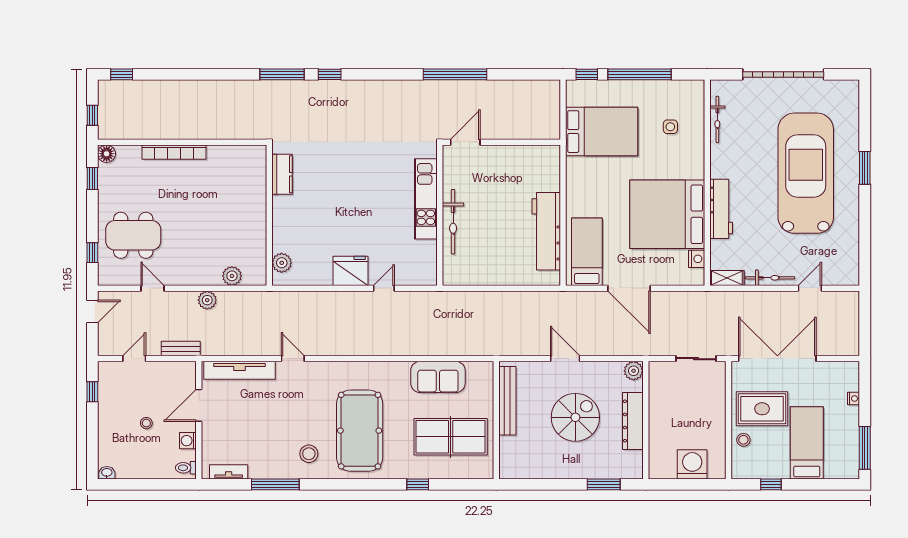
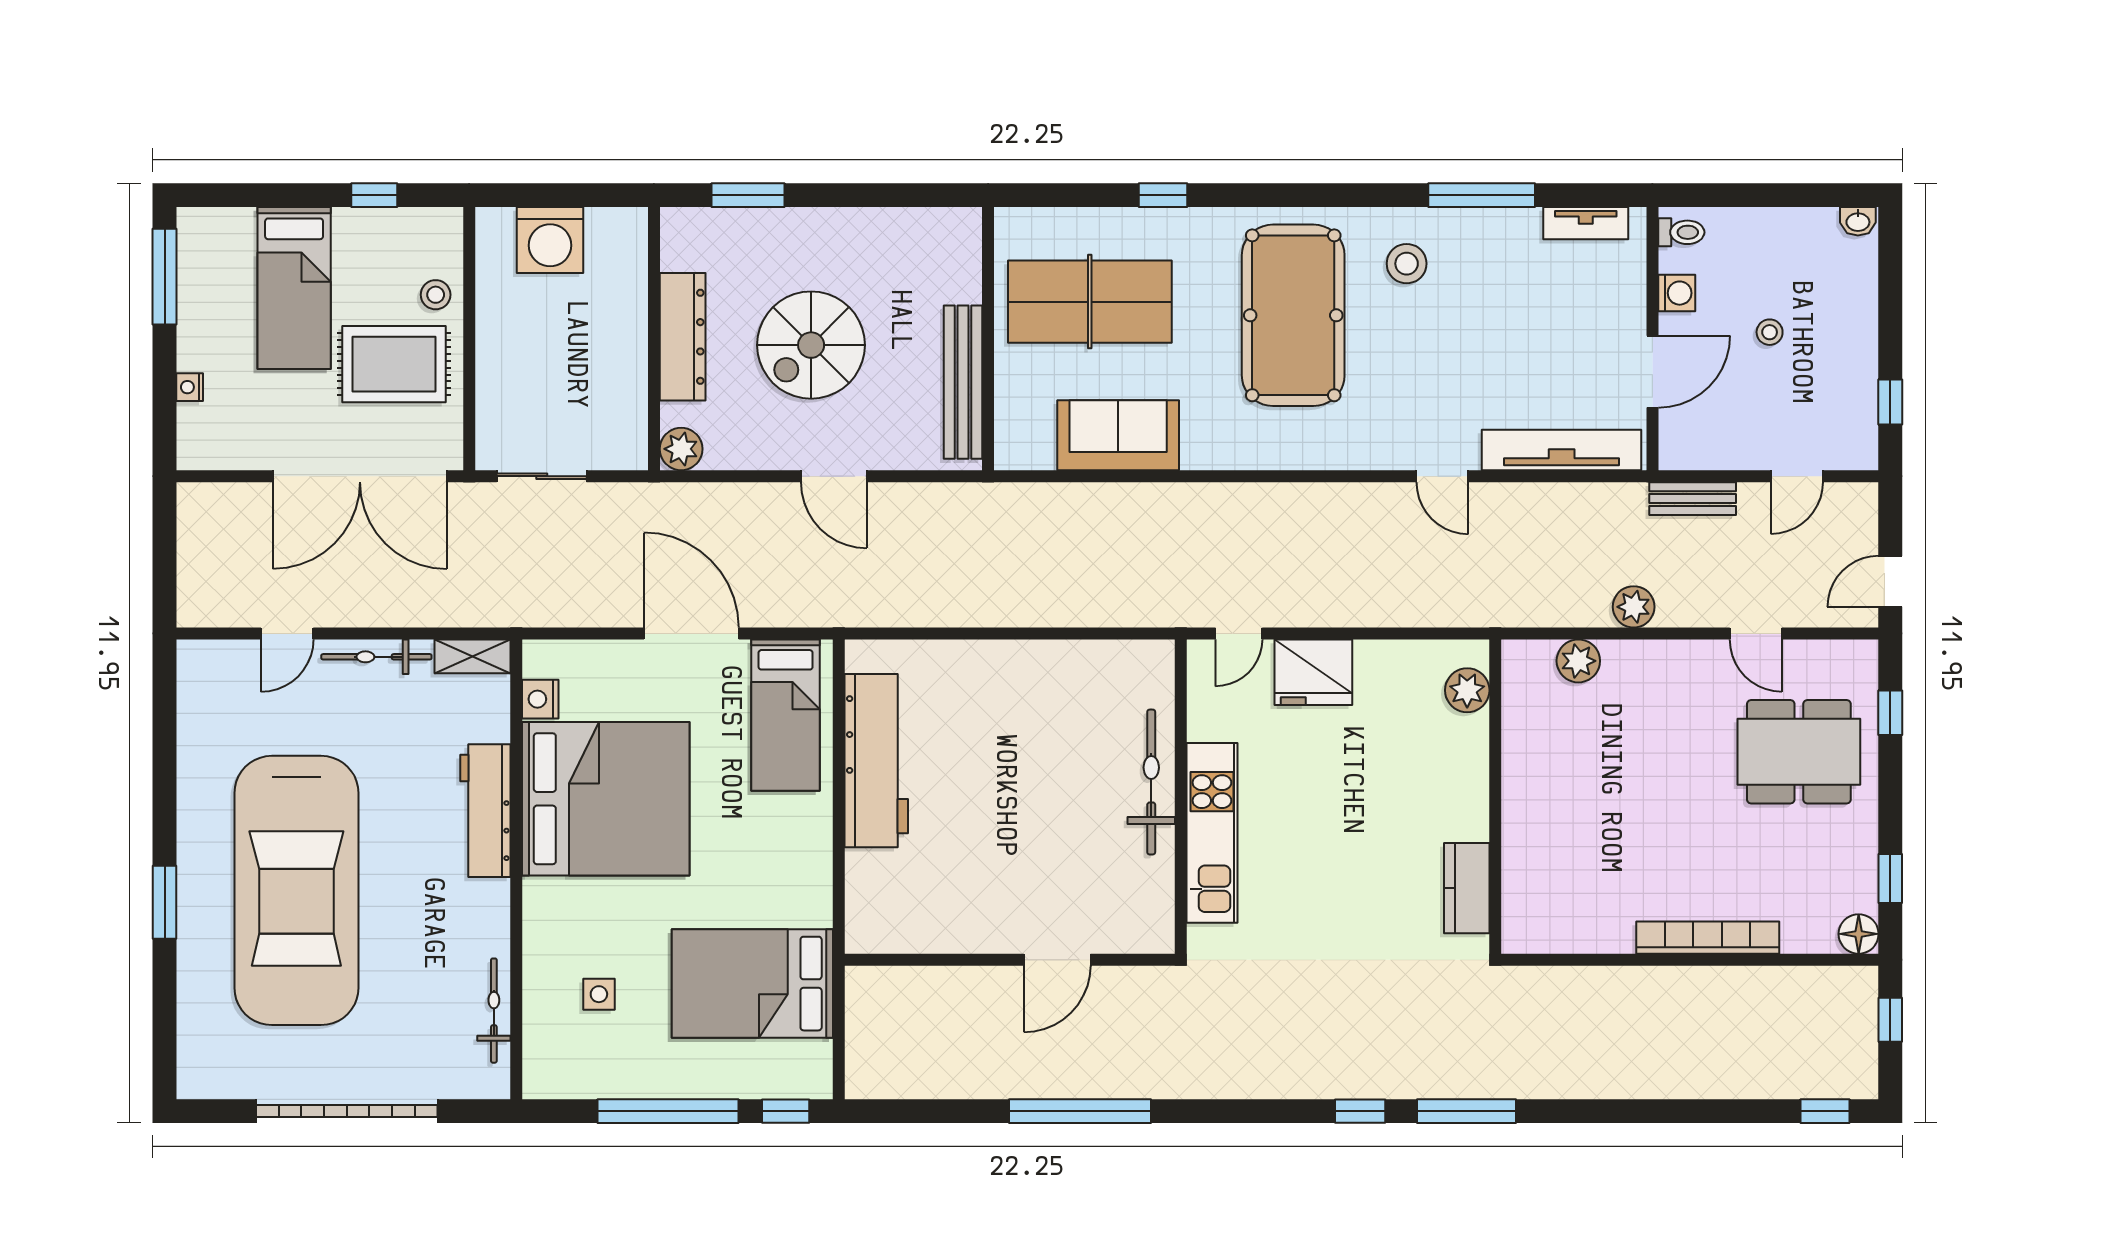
kitchen unit: (426, 199) -> (1212, 833), moved
wall: (440, 215) -> (1181, 797), moved
bicycle: (453, 222) -> (1151, 782), moved

